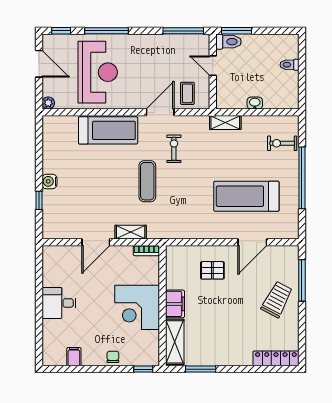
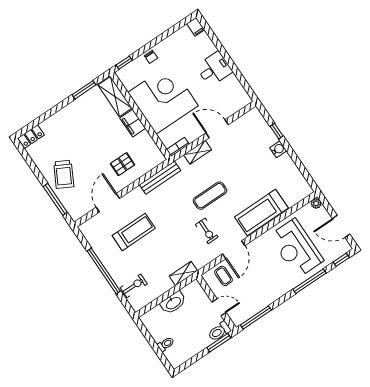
washbasin: (255, 103) -> (173, 303), width x1.91, depth x1.45
exercise mat: (147, 181) -> (210, 196), turned 90
treadmill: (246, 196) -> (134, 232), width x0.73, depth x0.73
bench: (184, 232) -> (160, 178), added
door: (96, 242) -> (217, 129), hinge flipped
corner desk: (137, 307) -> (163, 99), width x1.36, depth x1.36
filing cabinet: (74, 357) -> (196, 27), moved
locker: (276, 358) -> (31, 137), width x0.66

